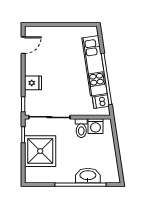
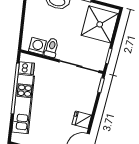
fridge: (33, 83) -> (82, 120), moved
shower: (40, 151) -> (100, 24), moved

